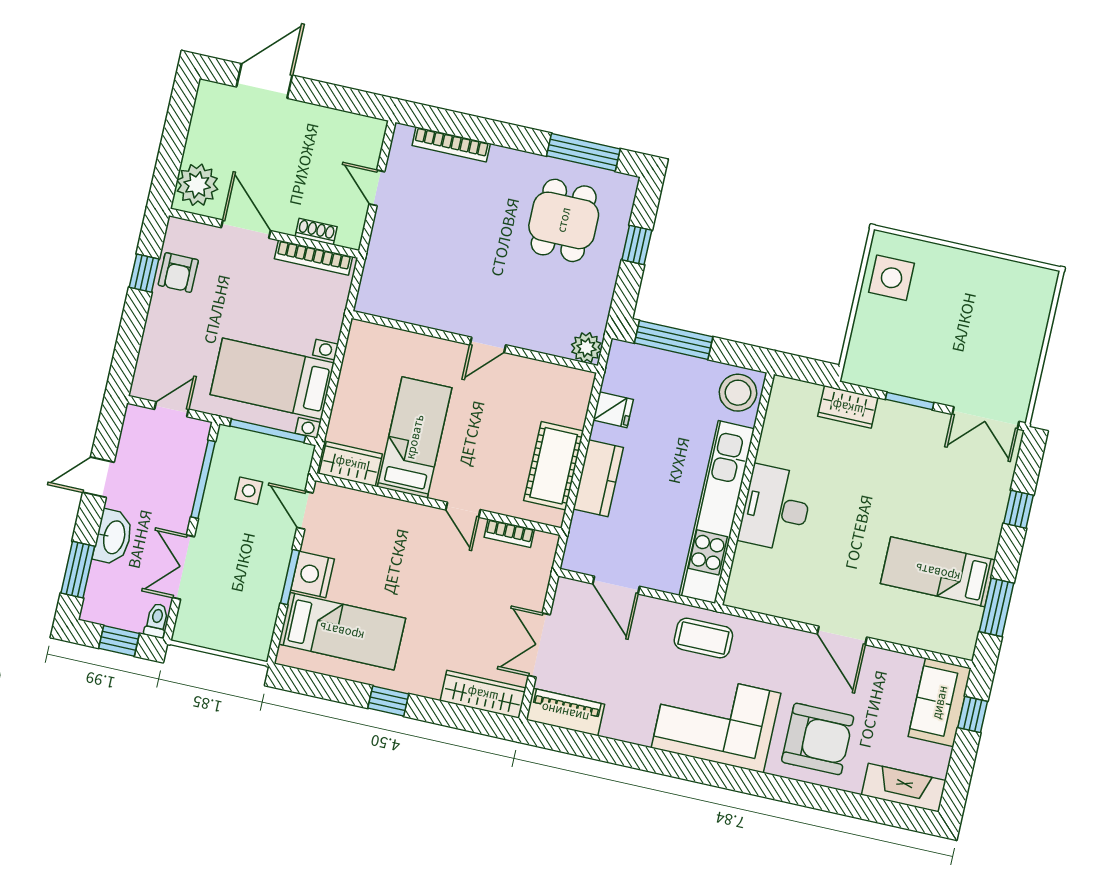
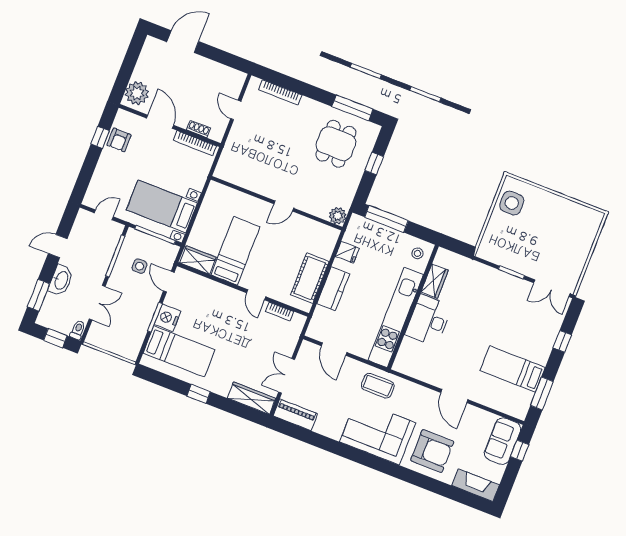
stool: (738, 393) -> (417, 253), width x0.53, depth x0.53
wardrobe: (848, 407) -> (435, 281), moved, turned -90
double door: (183, 567) -> (97, 303), swing flipped

